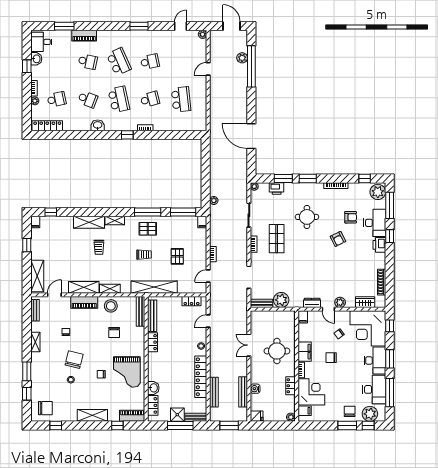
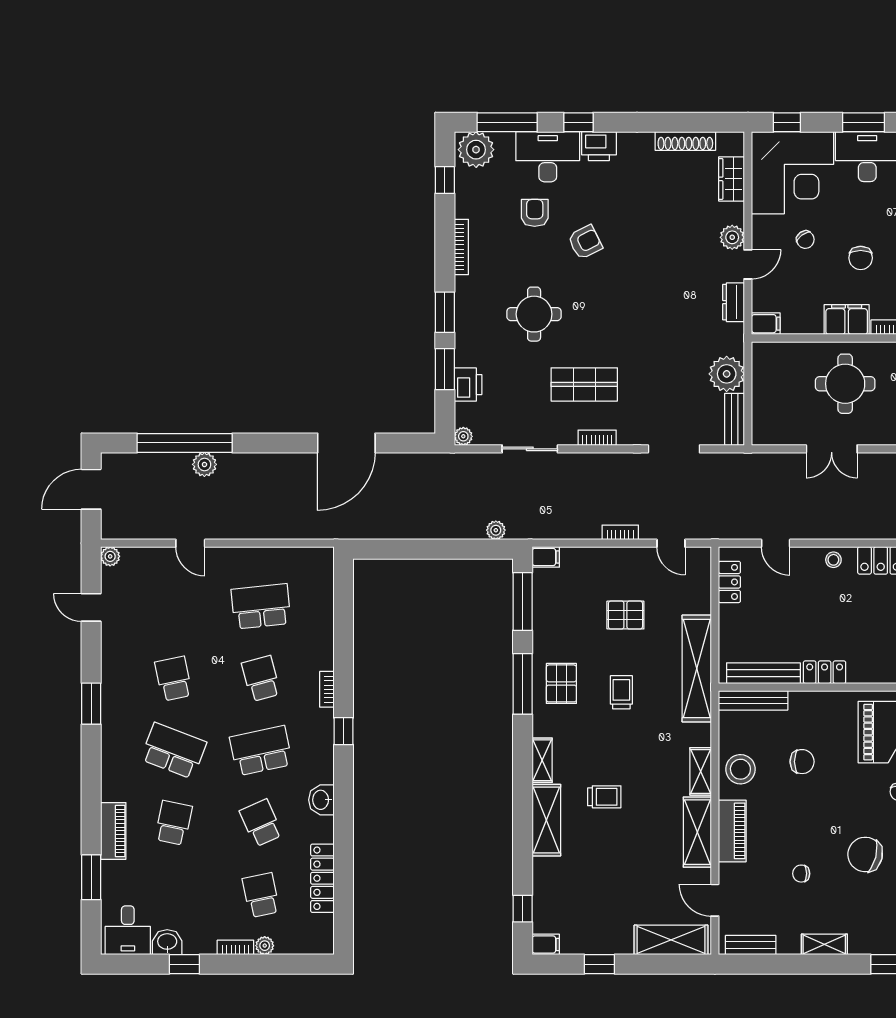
plant: (242, 58) -> (204, 464), moved
school desk: (119, 62) -> (174, 751), turned 45
school desk: (88, 99) -> (261, 823), turned -45
locker: (47, 126) -> (322, 878), moved

